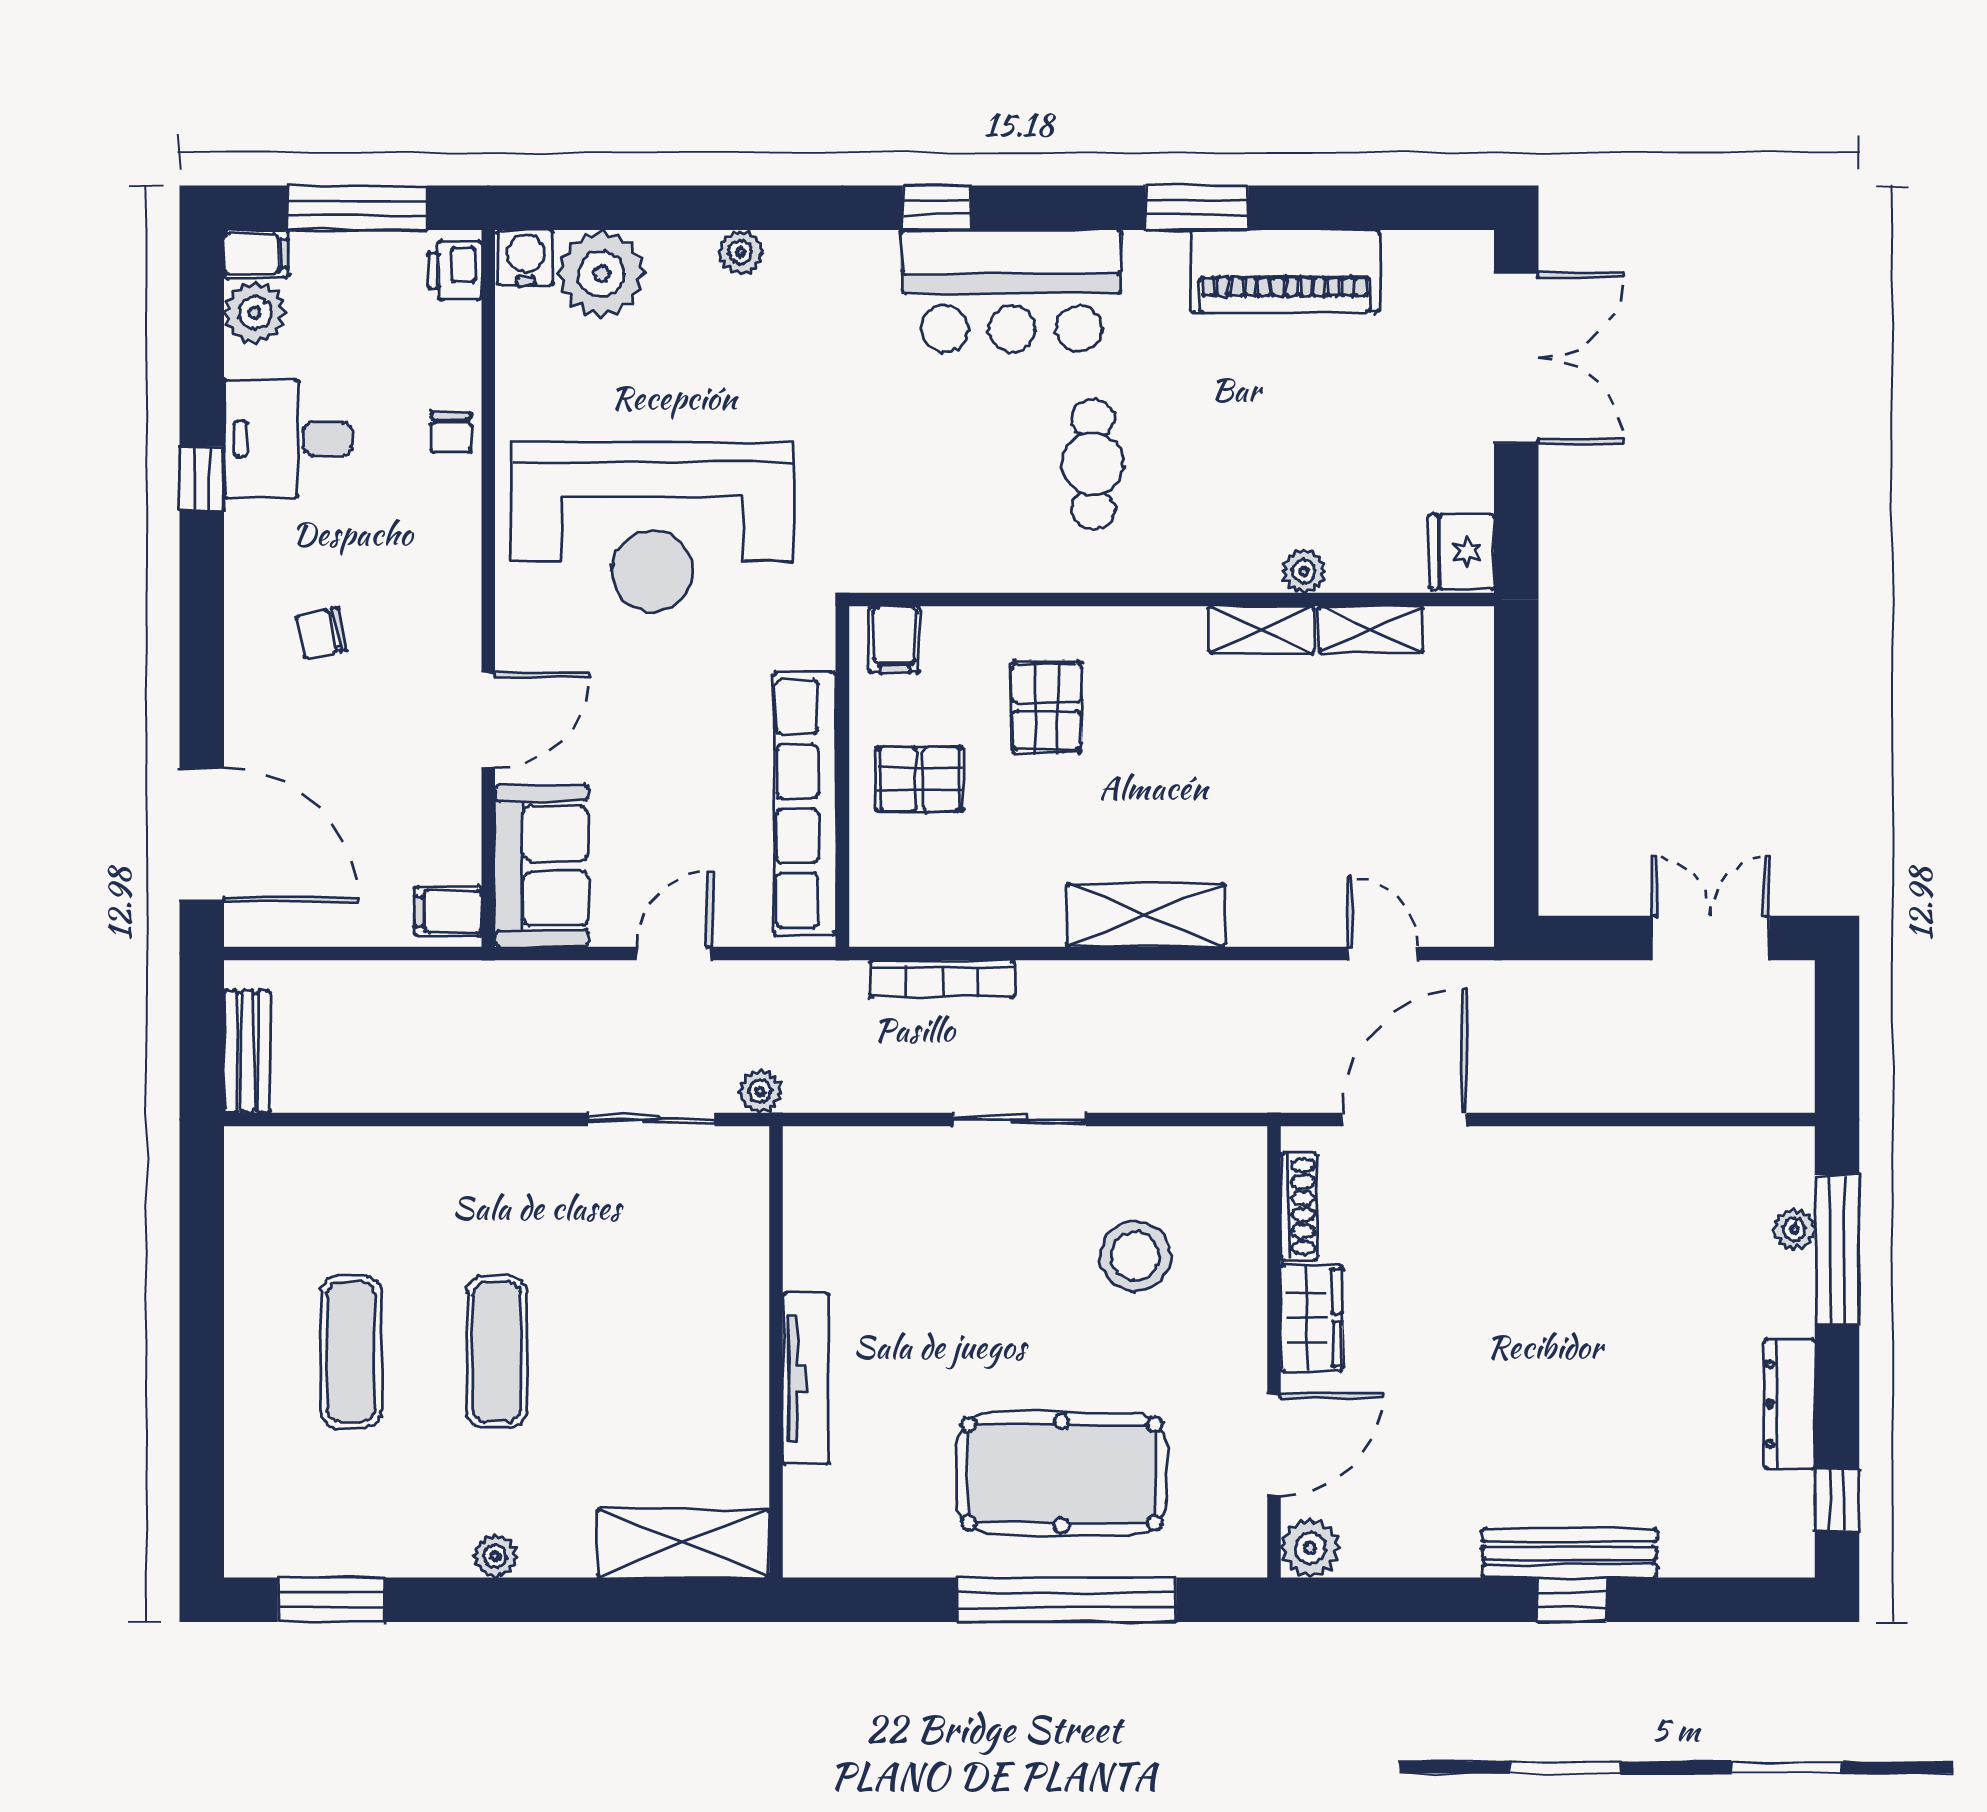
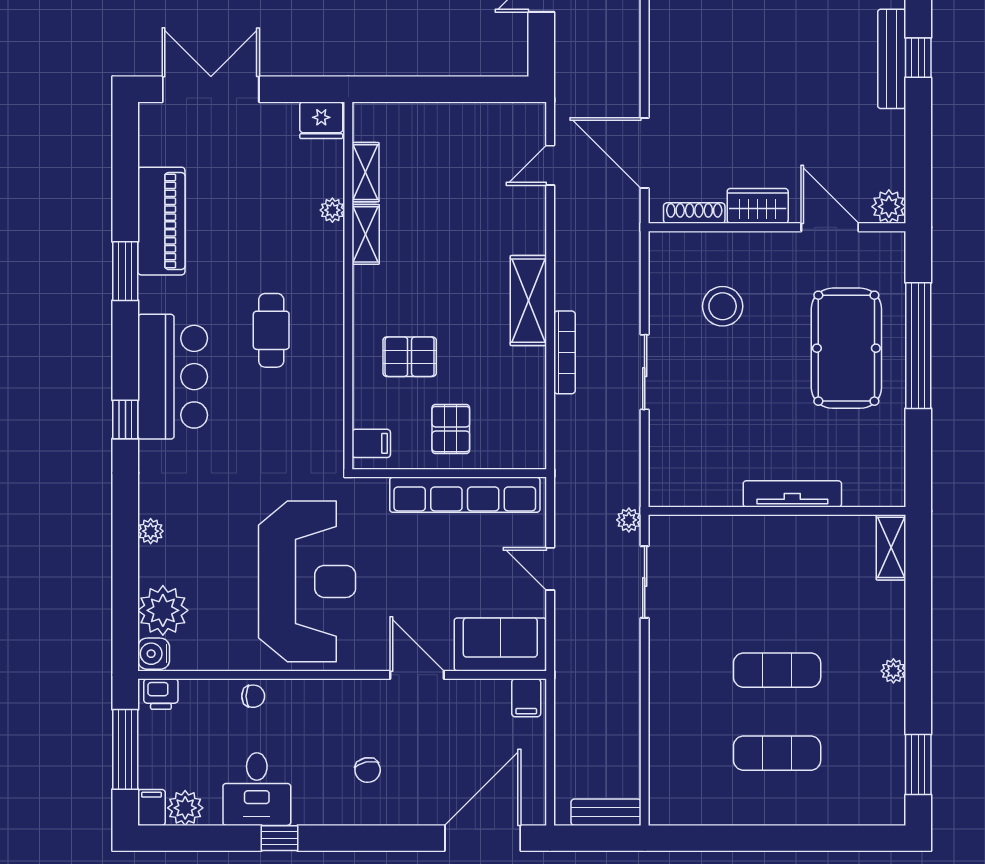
cafe table: (1093, 464) -> (271, 330), turned 90
bookcase: (942, 979) -> (565, 352), moved
shelving: (683, 1543) -> (891, 547), width x0.67, depth x0.75

